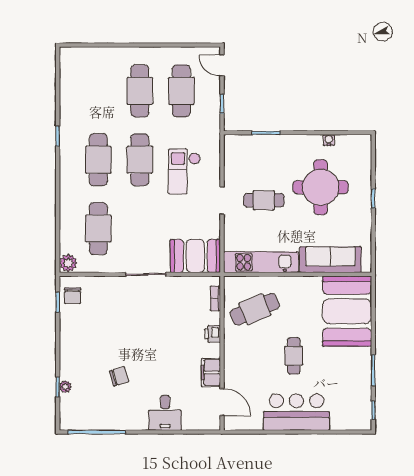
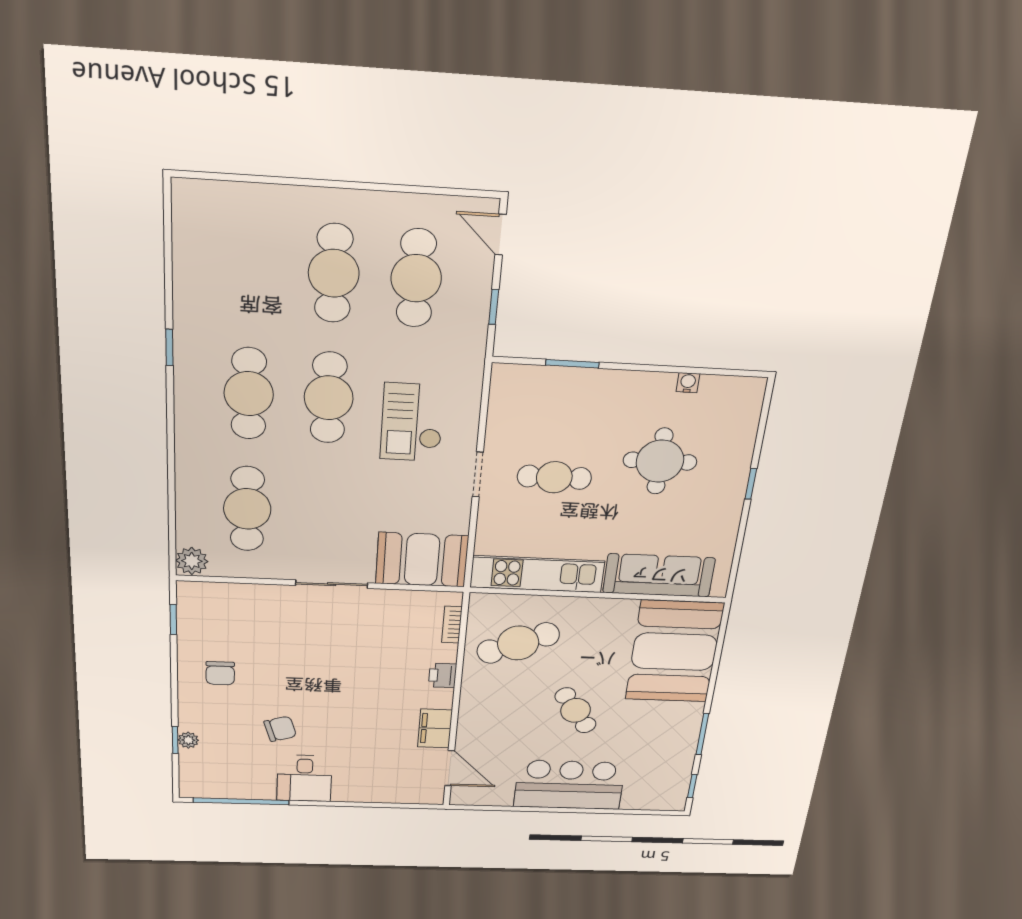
round table: (321, 187) -> (660, 461), width x0.73, depth x0.73
chair: (73, 296) -> (220, 673), moved
cafe table: (294, 356) -> (576, 710), turned -35
desk: (165, 413) -> (304, 778), moved

